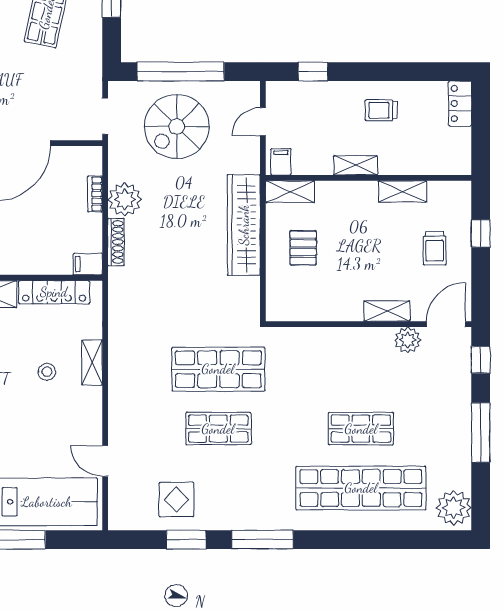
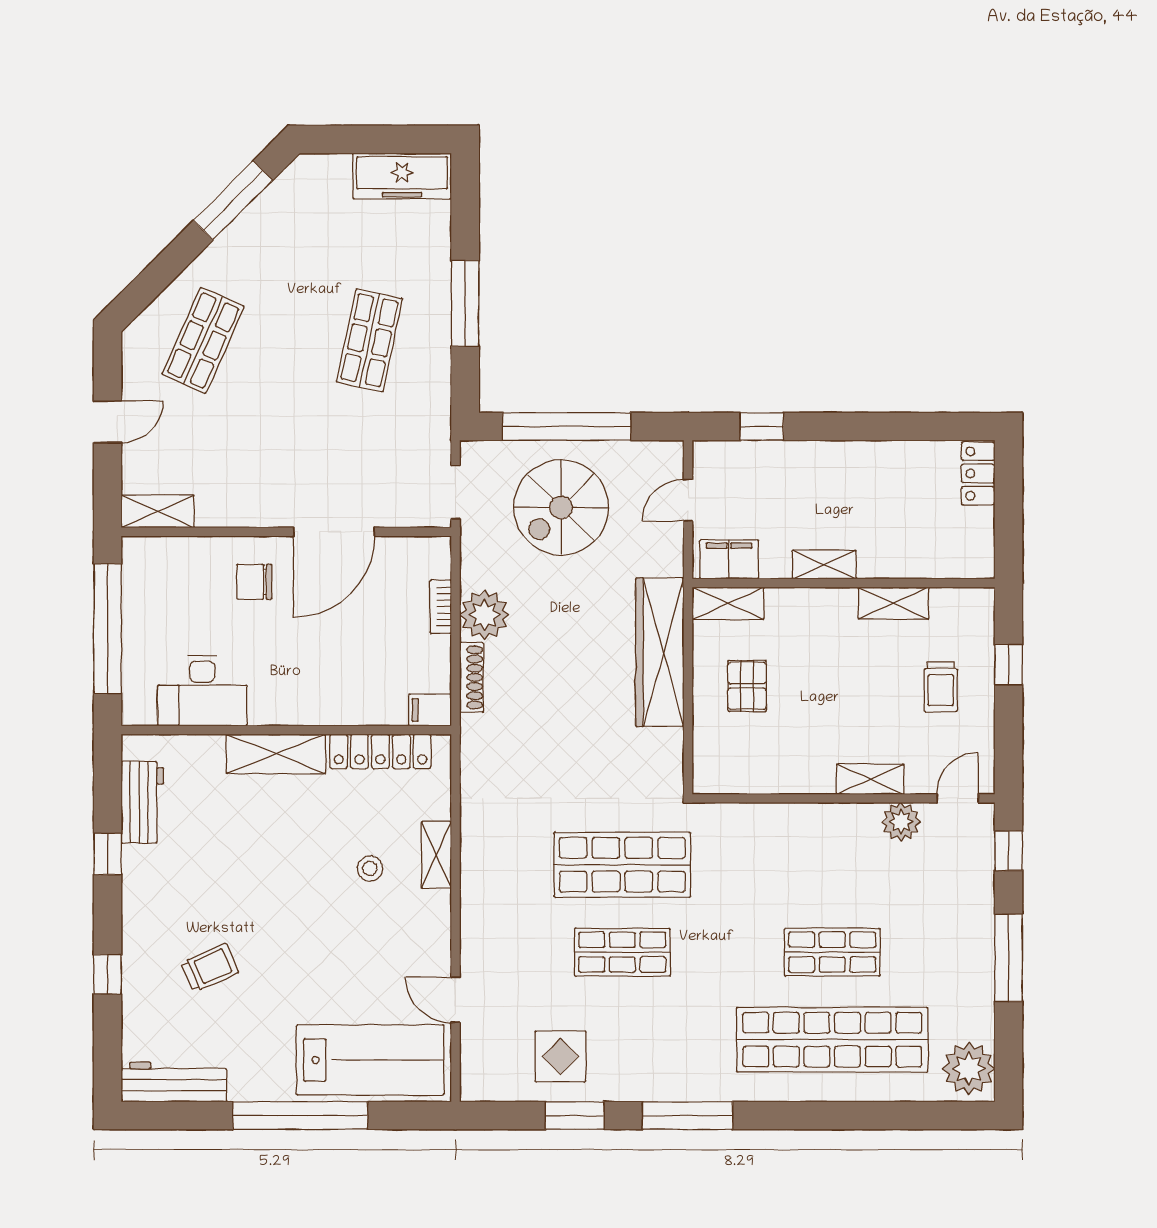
trolley: (381, 110) -> (862, 483), removed
filing cabinet: (281, 162) -> (729, 559), width x2.00
door: (446, 324) -> (958, 798), width x0.73

